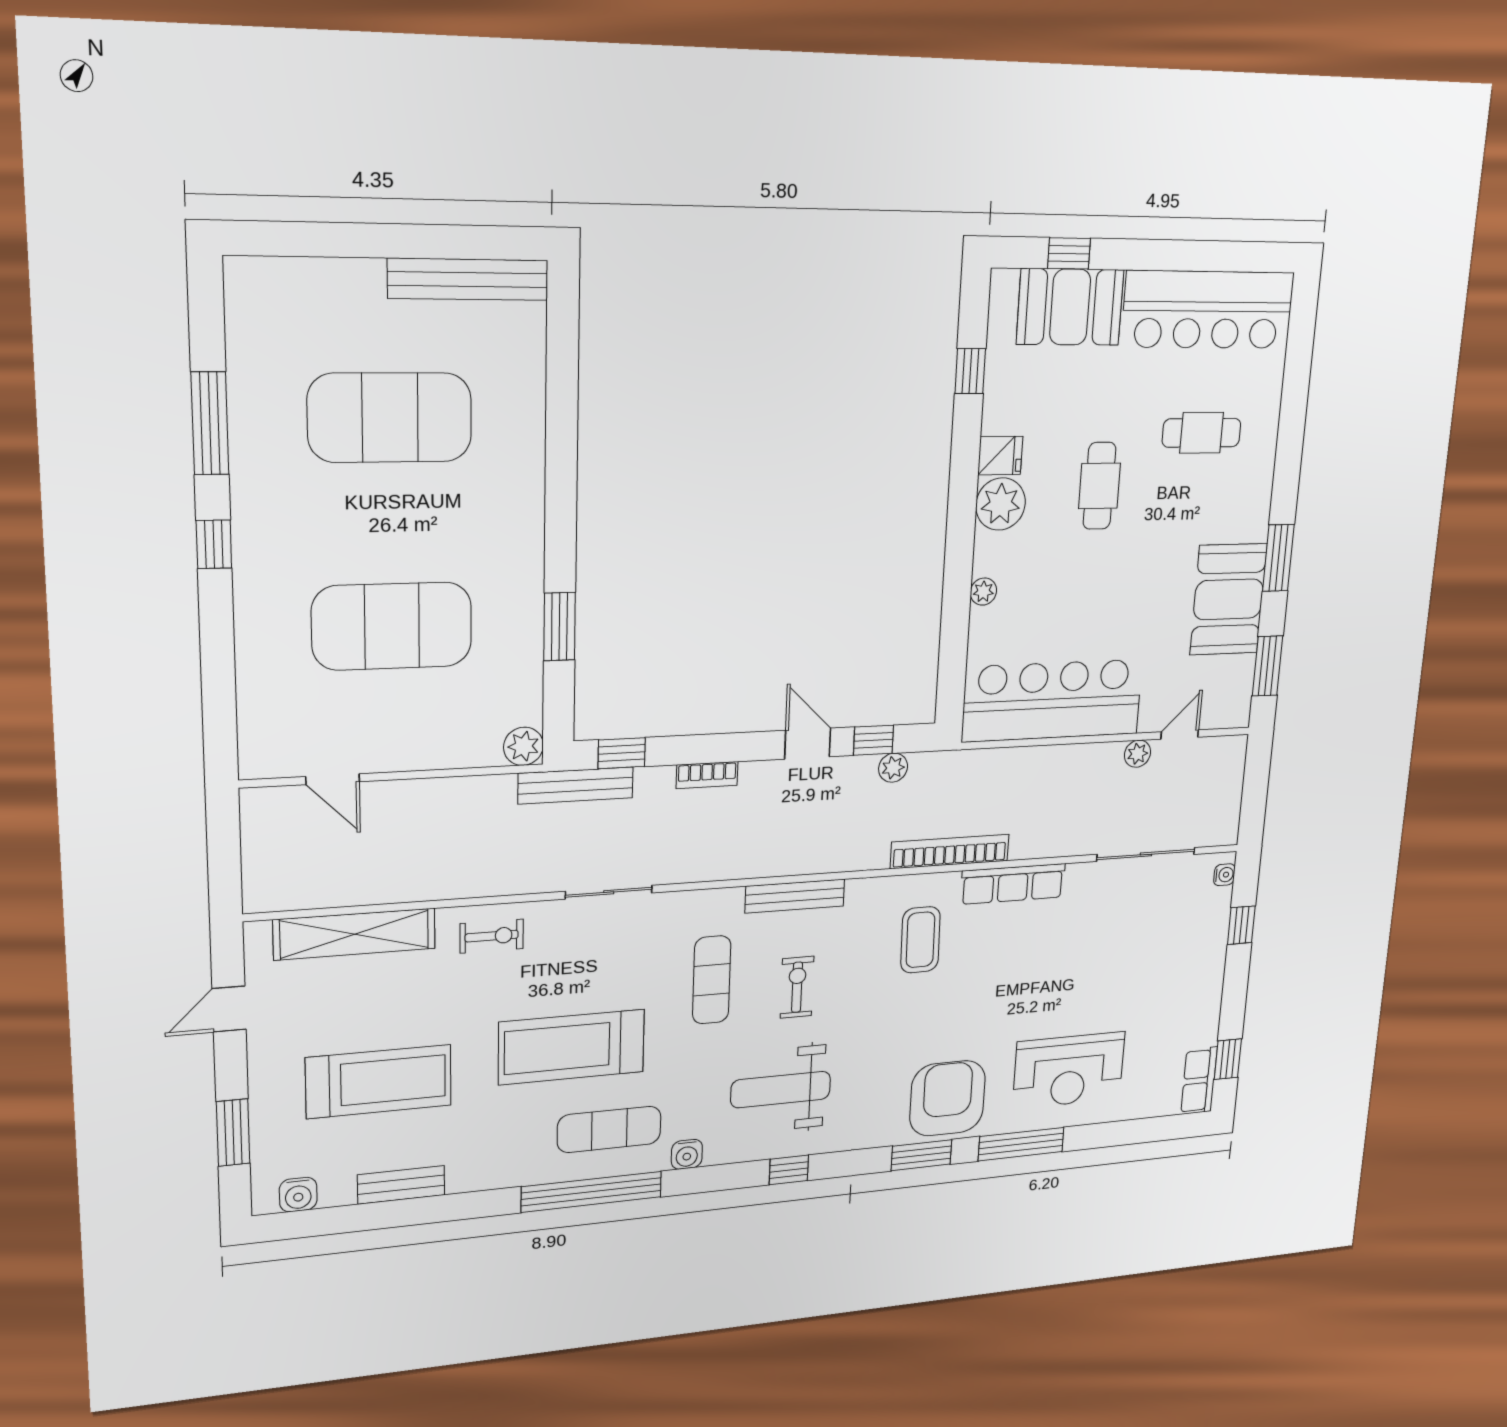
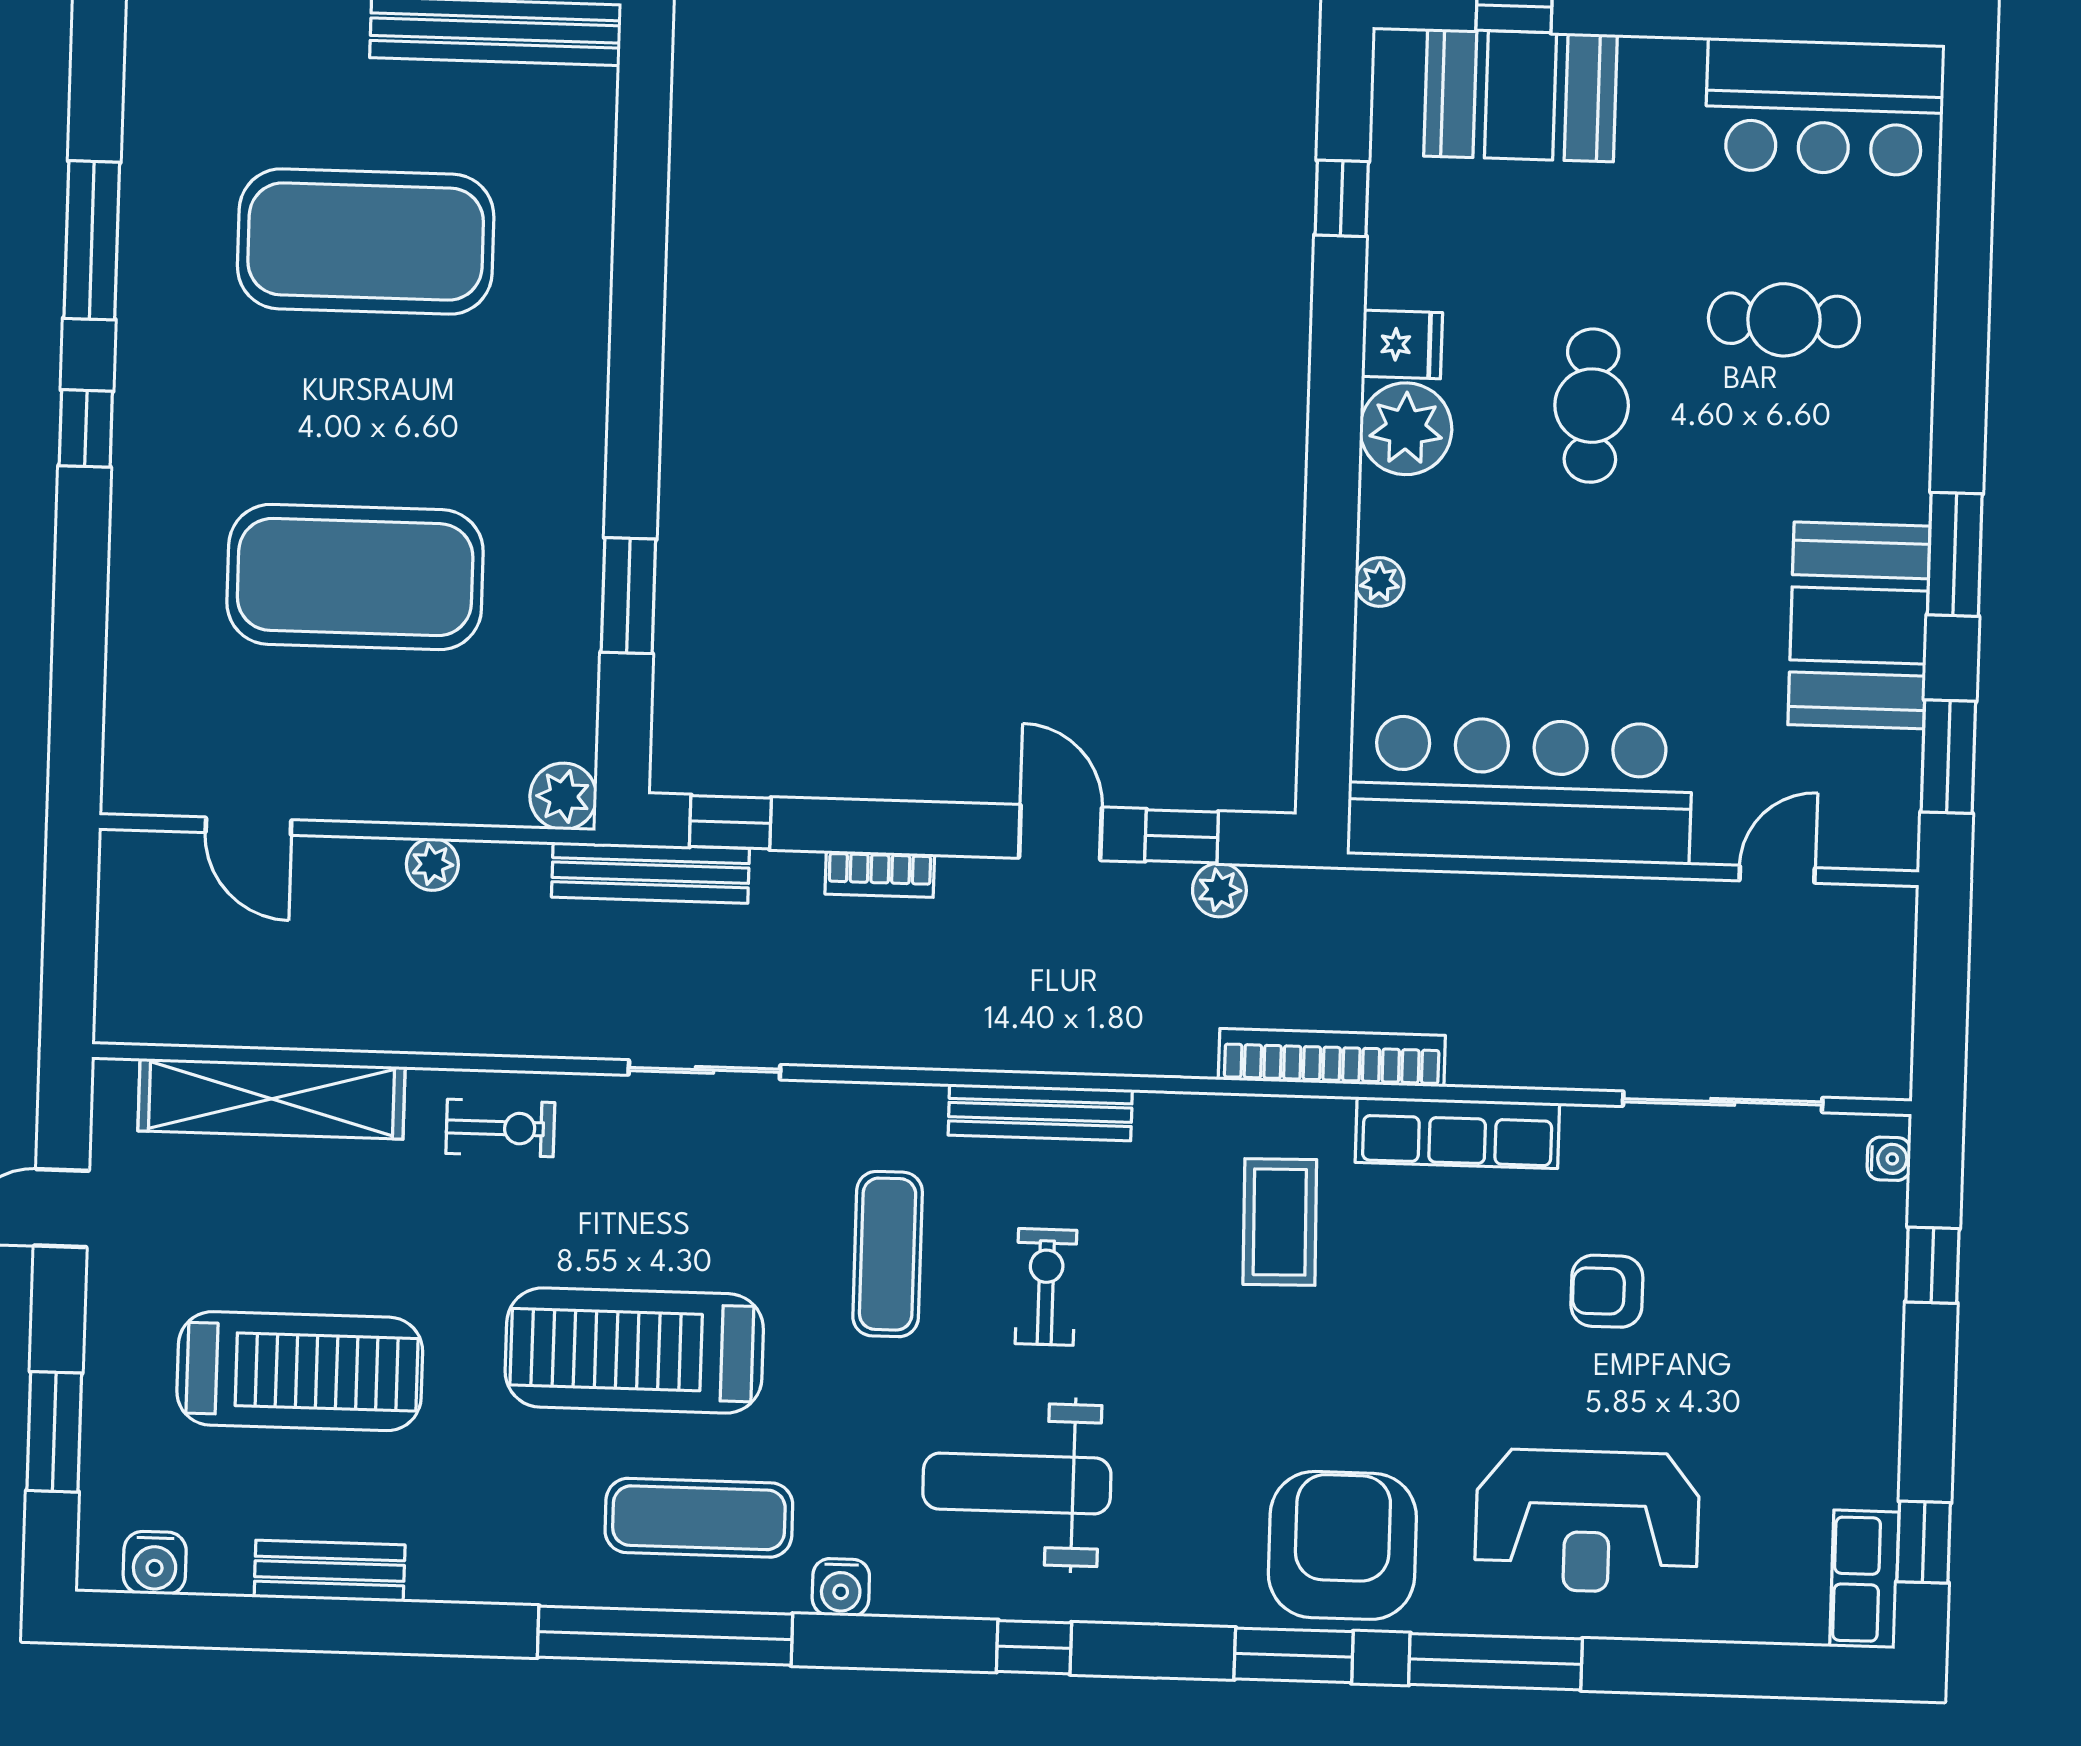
bar counter: (1208, 310) -> (1825, 107), width x0.73
plant: (1137, 754) -> (432, 864), moved
armchair: (1084, 956) -> (1607, 1291), added

